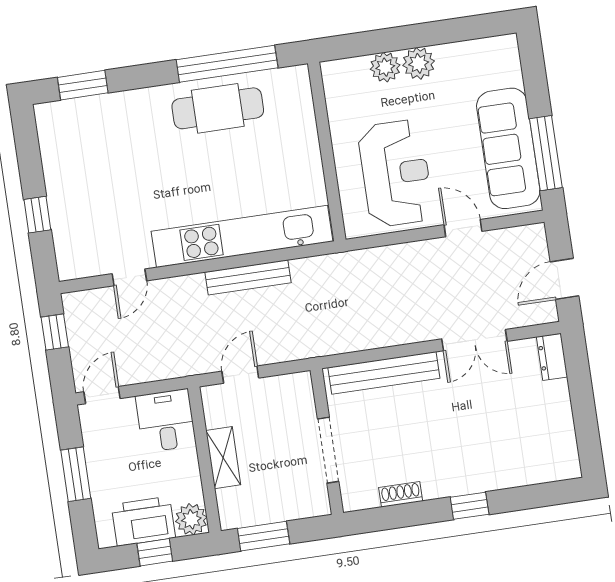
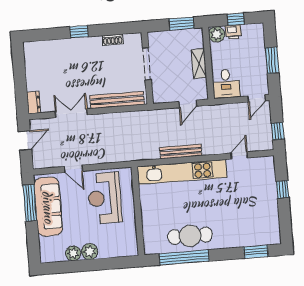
plant: (385, 67) -> (73, 253), moved
printer: (143, 521) -> (233, 32), width x0.53, depth x0.68

